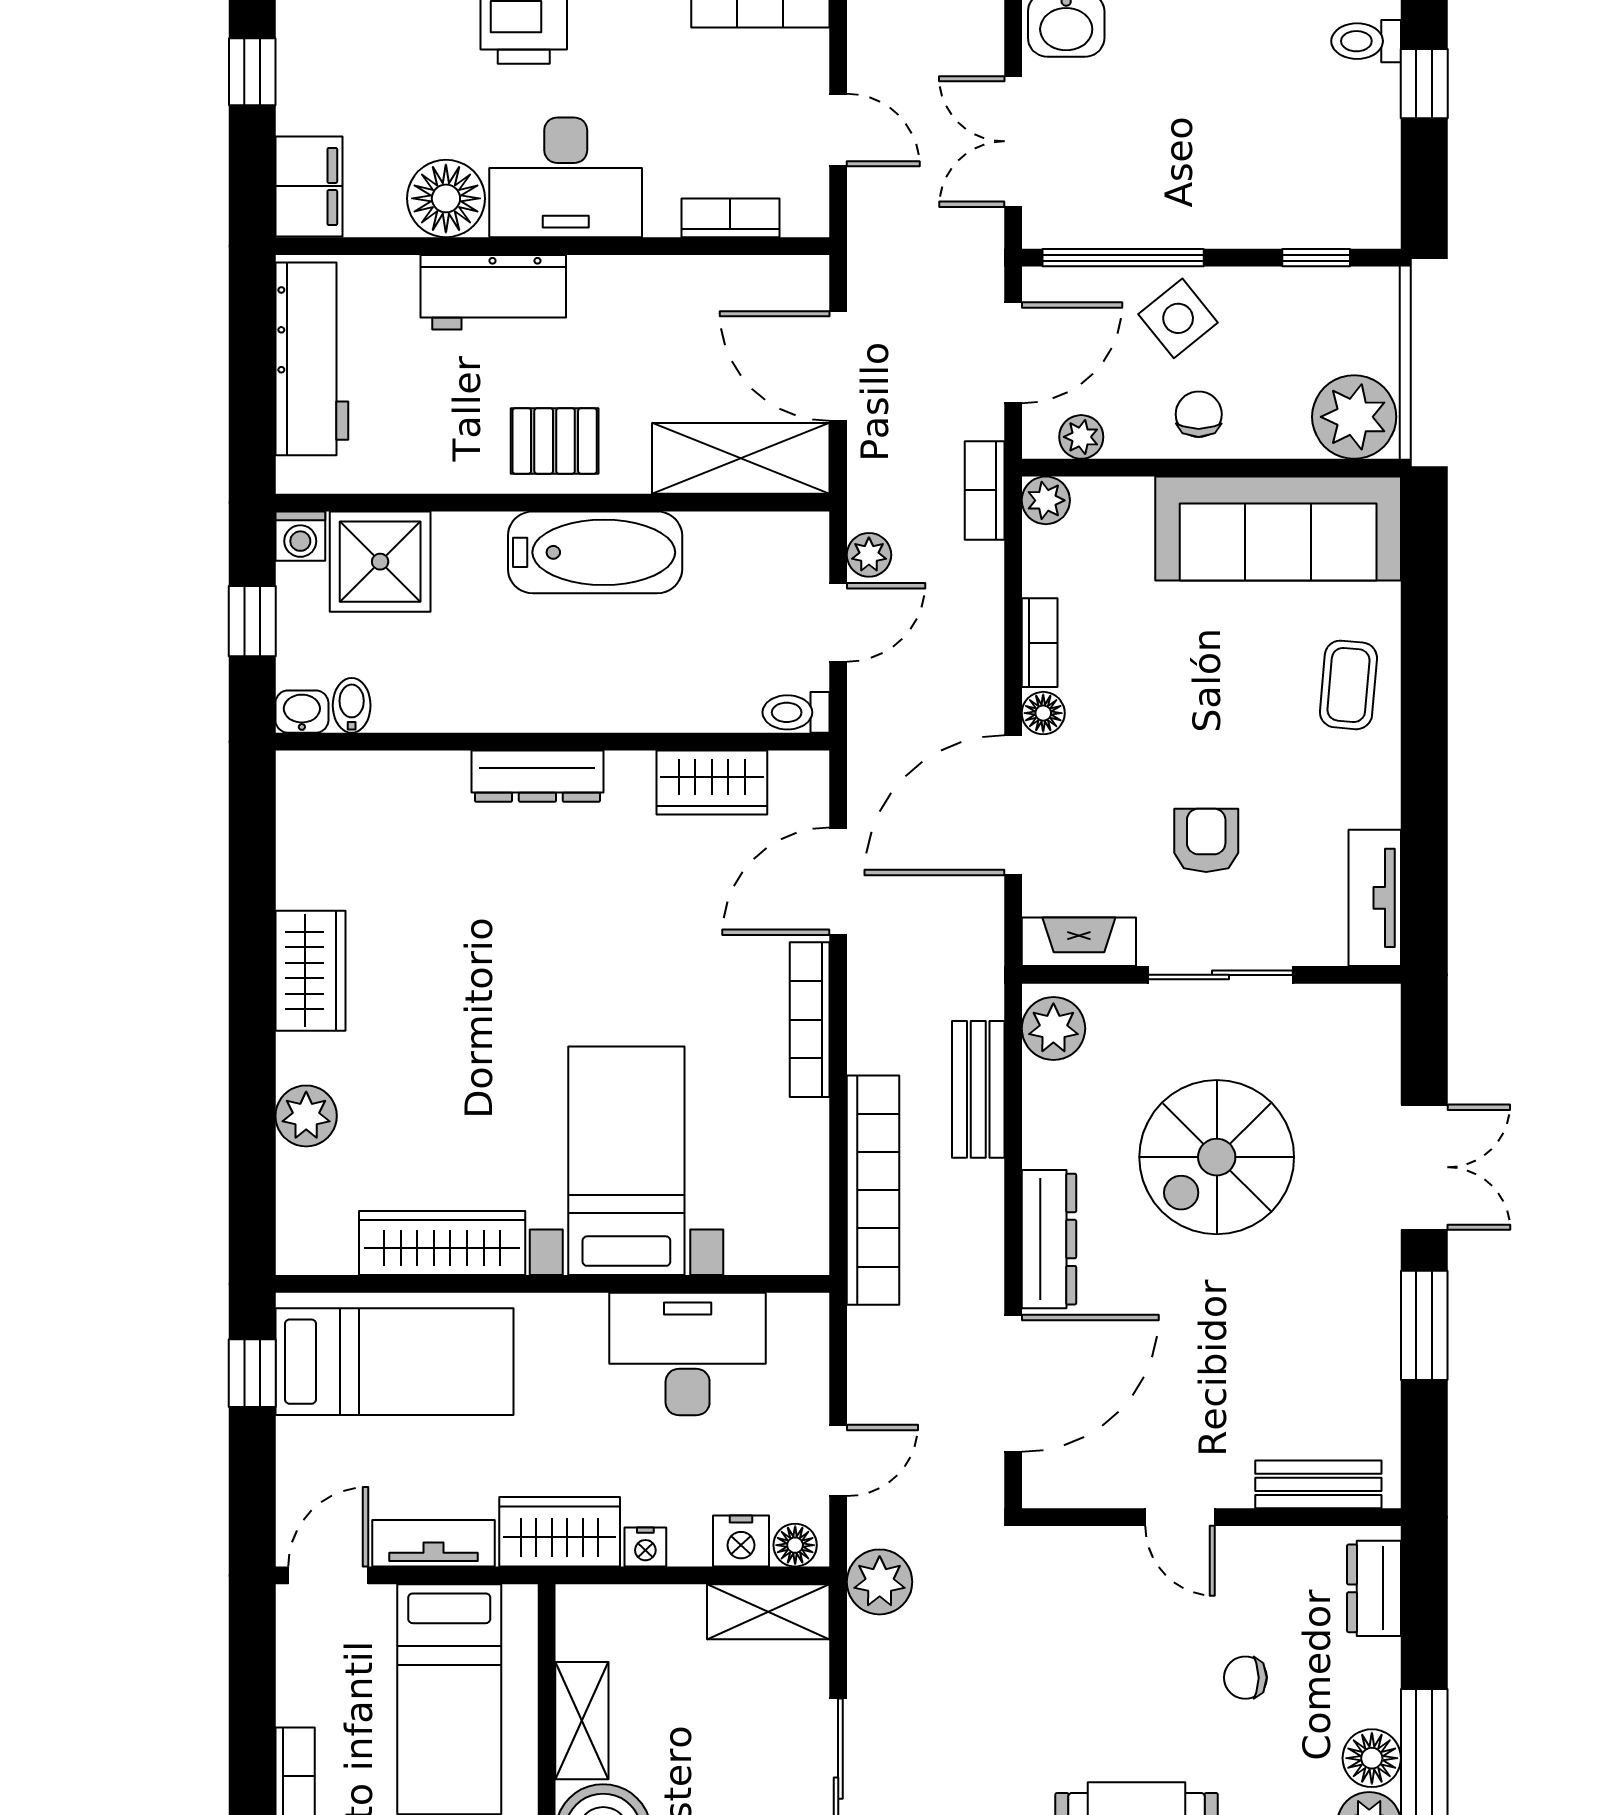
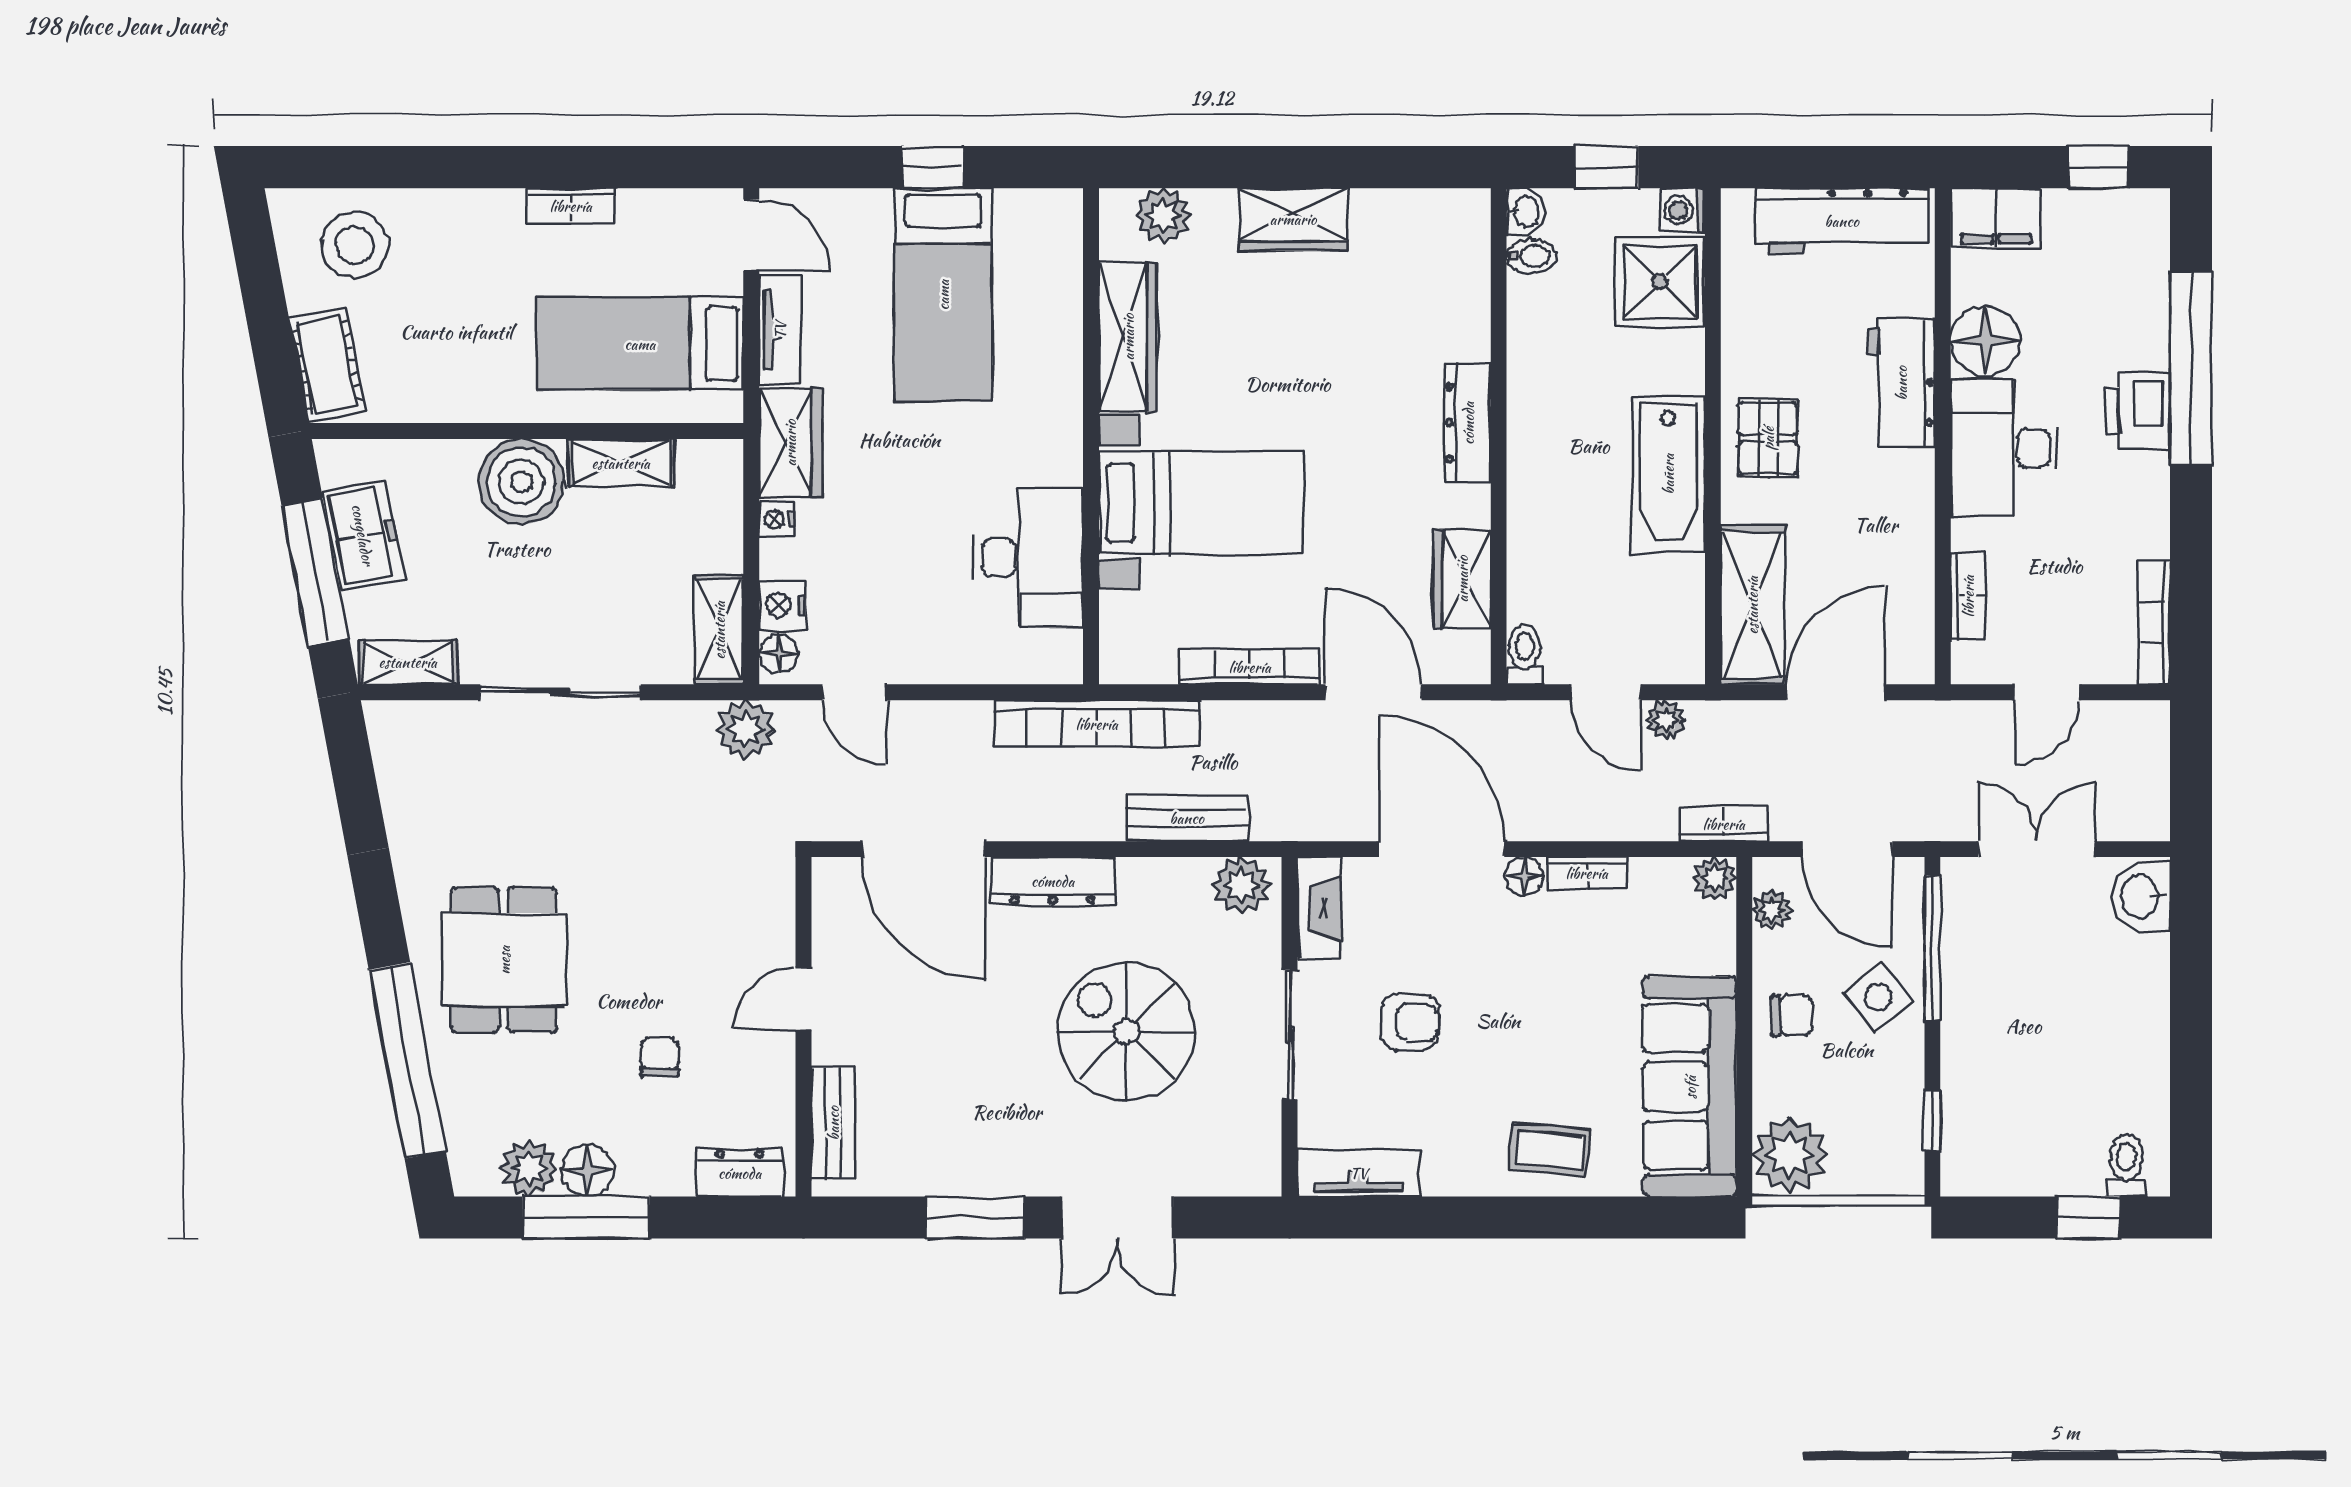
bed with nightstands: (626, 1161) -> (1201, 503), moved
wardrobe: (442, 1243) -> (1128, 337), moved
wall: (552, 1284) -> (1091, 436), moved
desk: (688, 1354) -> (1028, 557), moved

